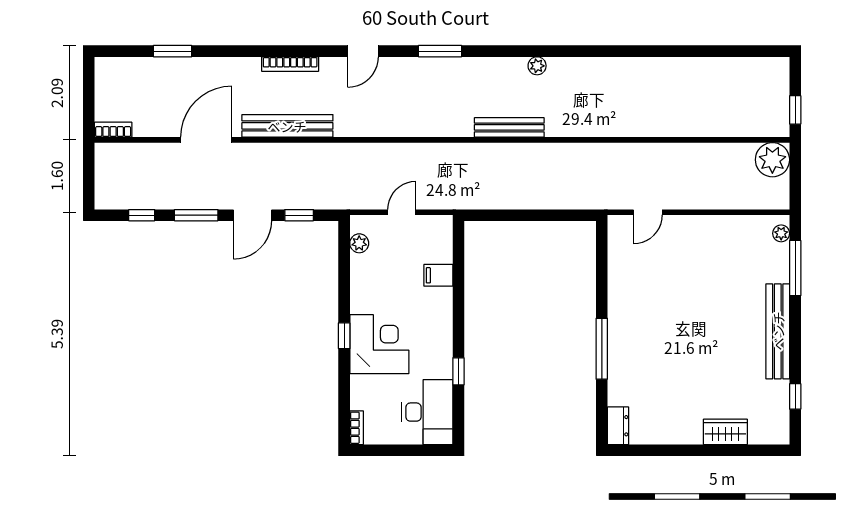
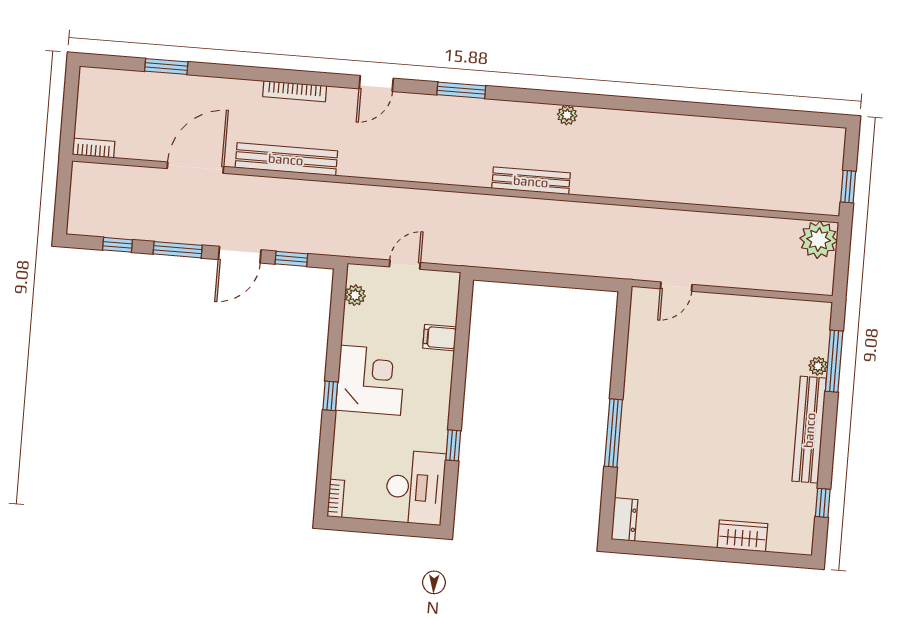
plant: (781, 233) -> (818, 366), moved
corner desk: (379, 344) -> (370, 380), moved

